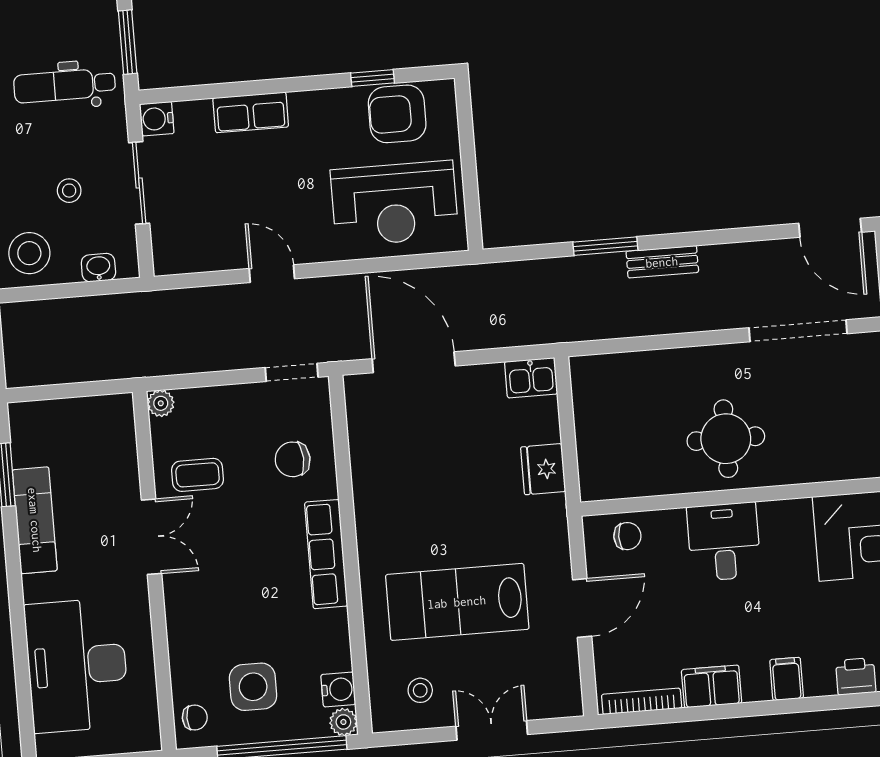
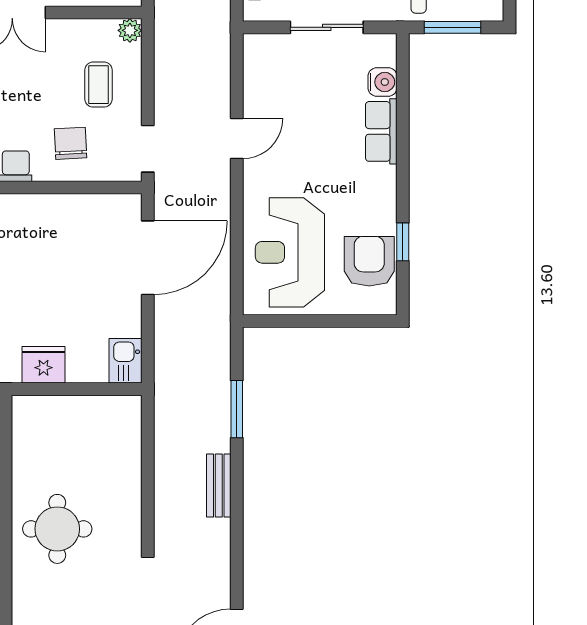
water cooler: (157, 119) -> (382, 82), moved, turned 90
window: (605, 246) -> (237, 409), moved
coffee table: (198, 475) -> (98, 85), moved

